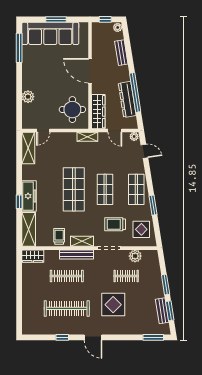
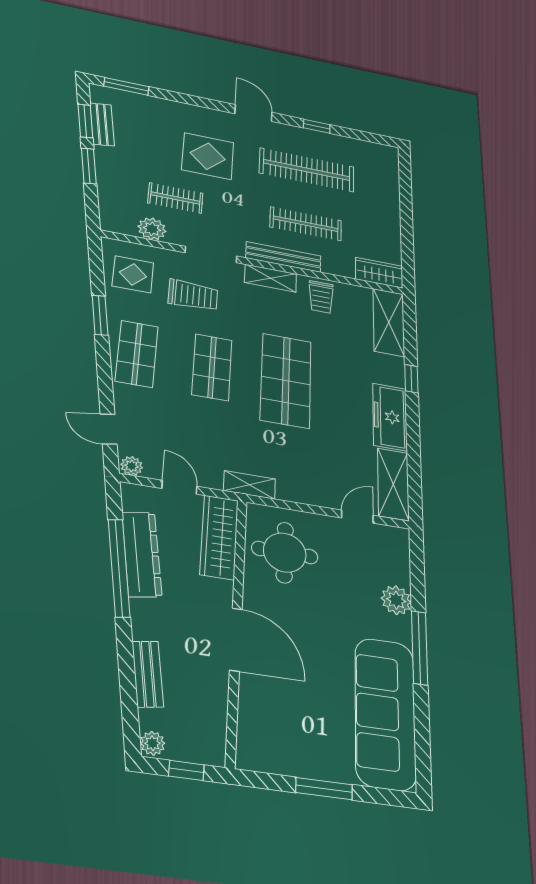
sofa: (50, 33) -> (385, 713), moved, turned -90
window: (19, 48) -> (420, 648), moved
freezer: (29, 196) -> (390, 417), moved

